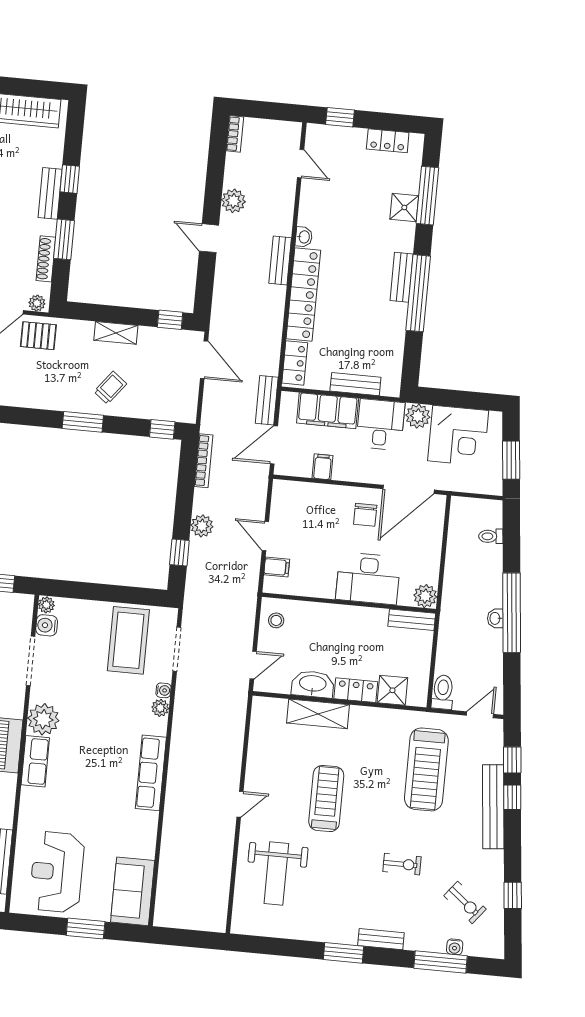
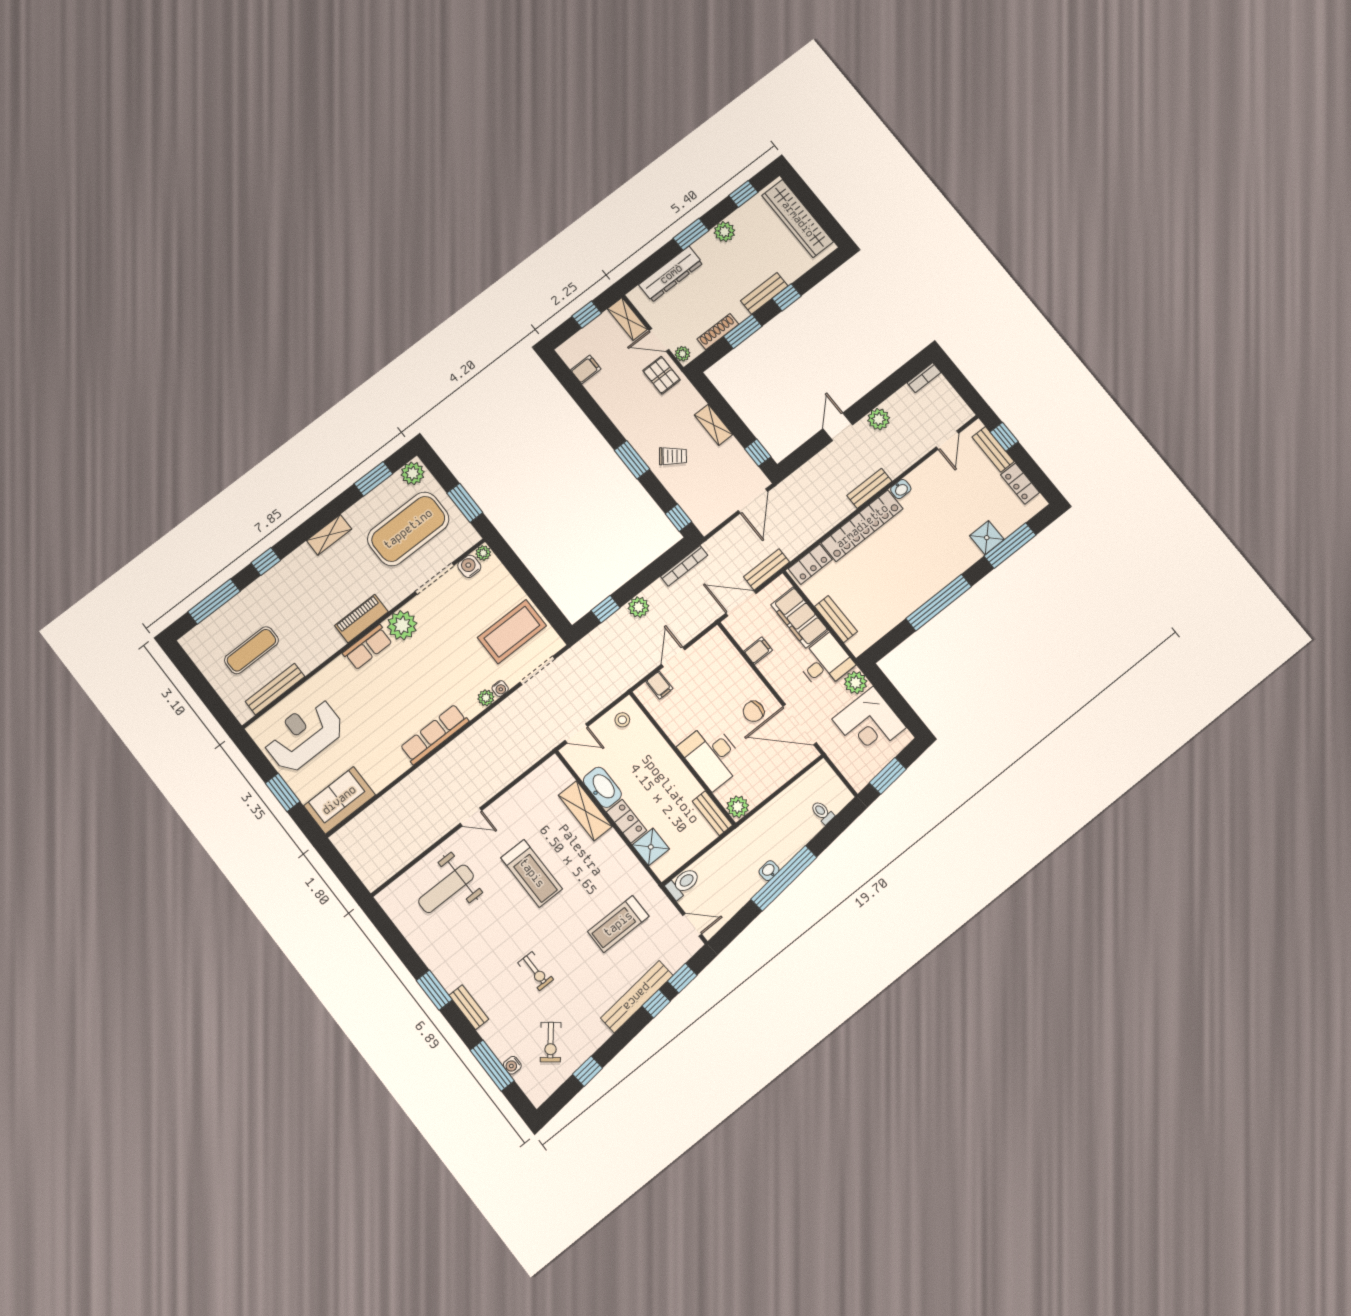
bench: (402, 277) -> (993, 449), moved, turned 90
treadmill: (426, 769) -> (618, 924), width x0.73, depth x0.73
treadmill: (326, 799) -> (532, 873), turned 90

